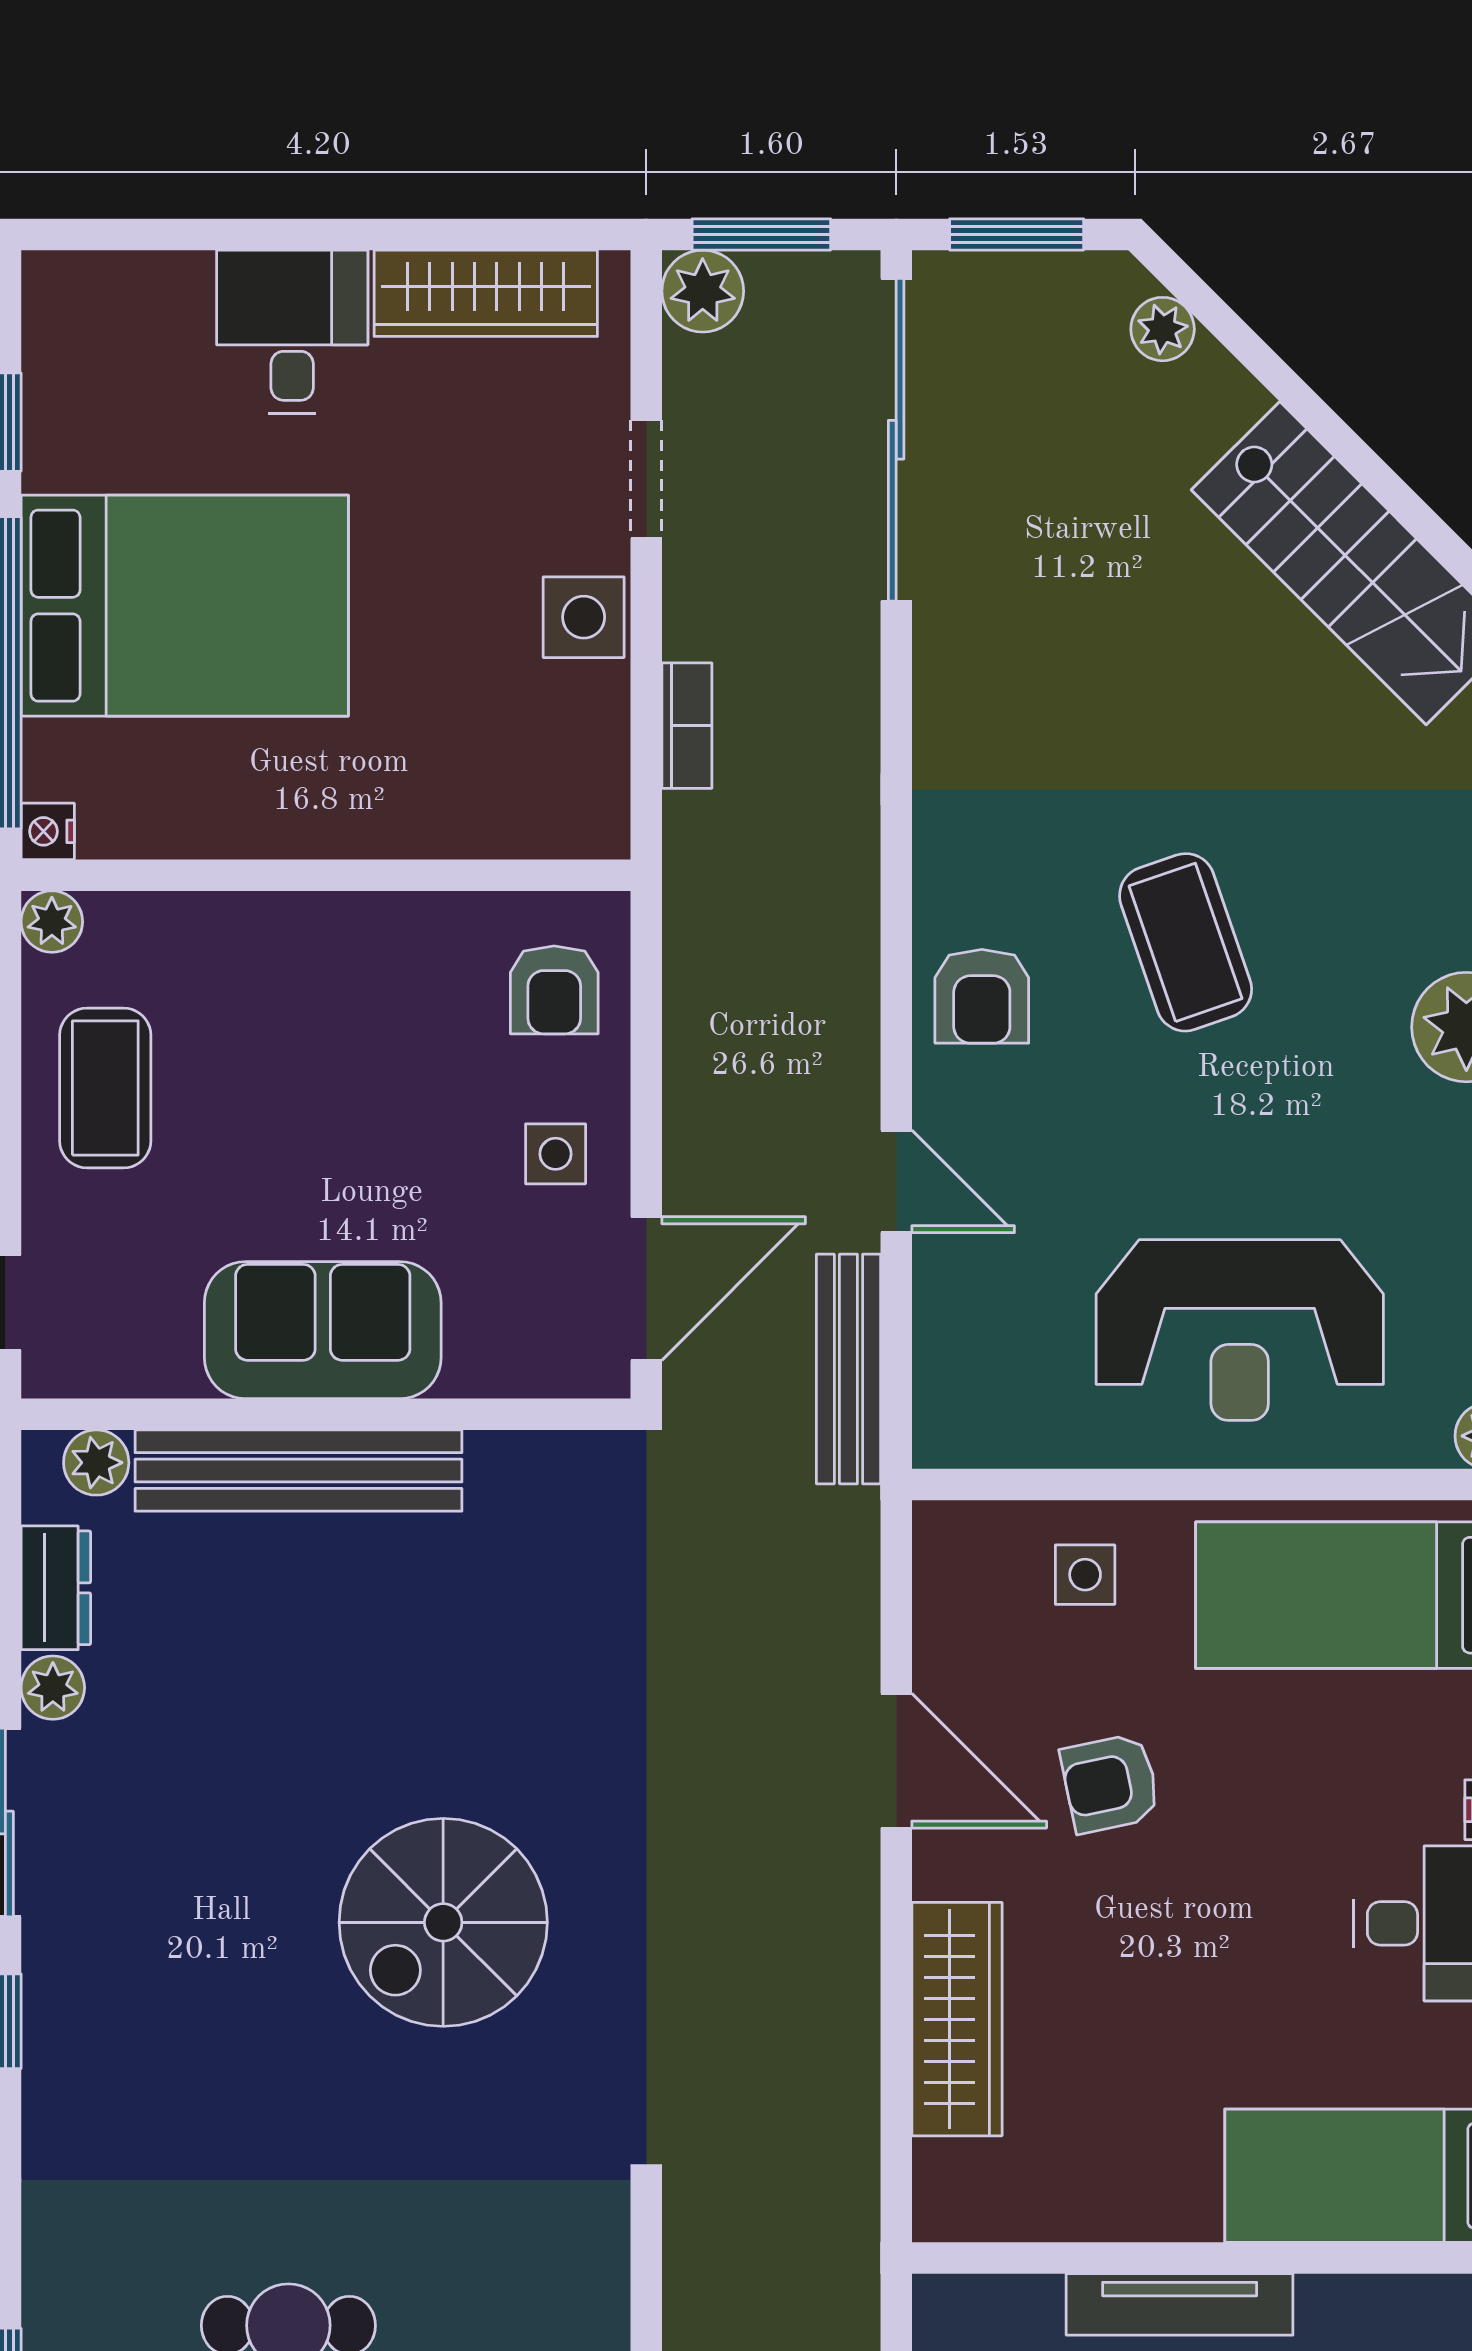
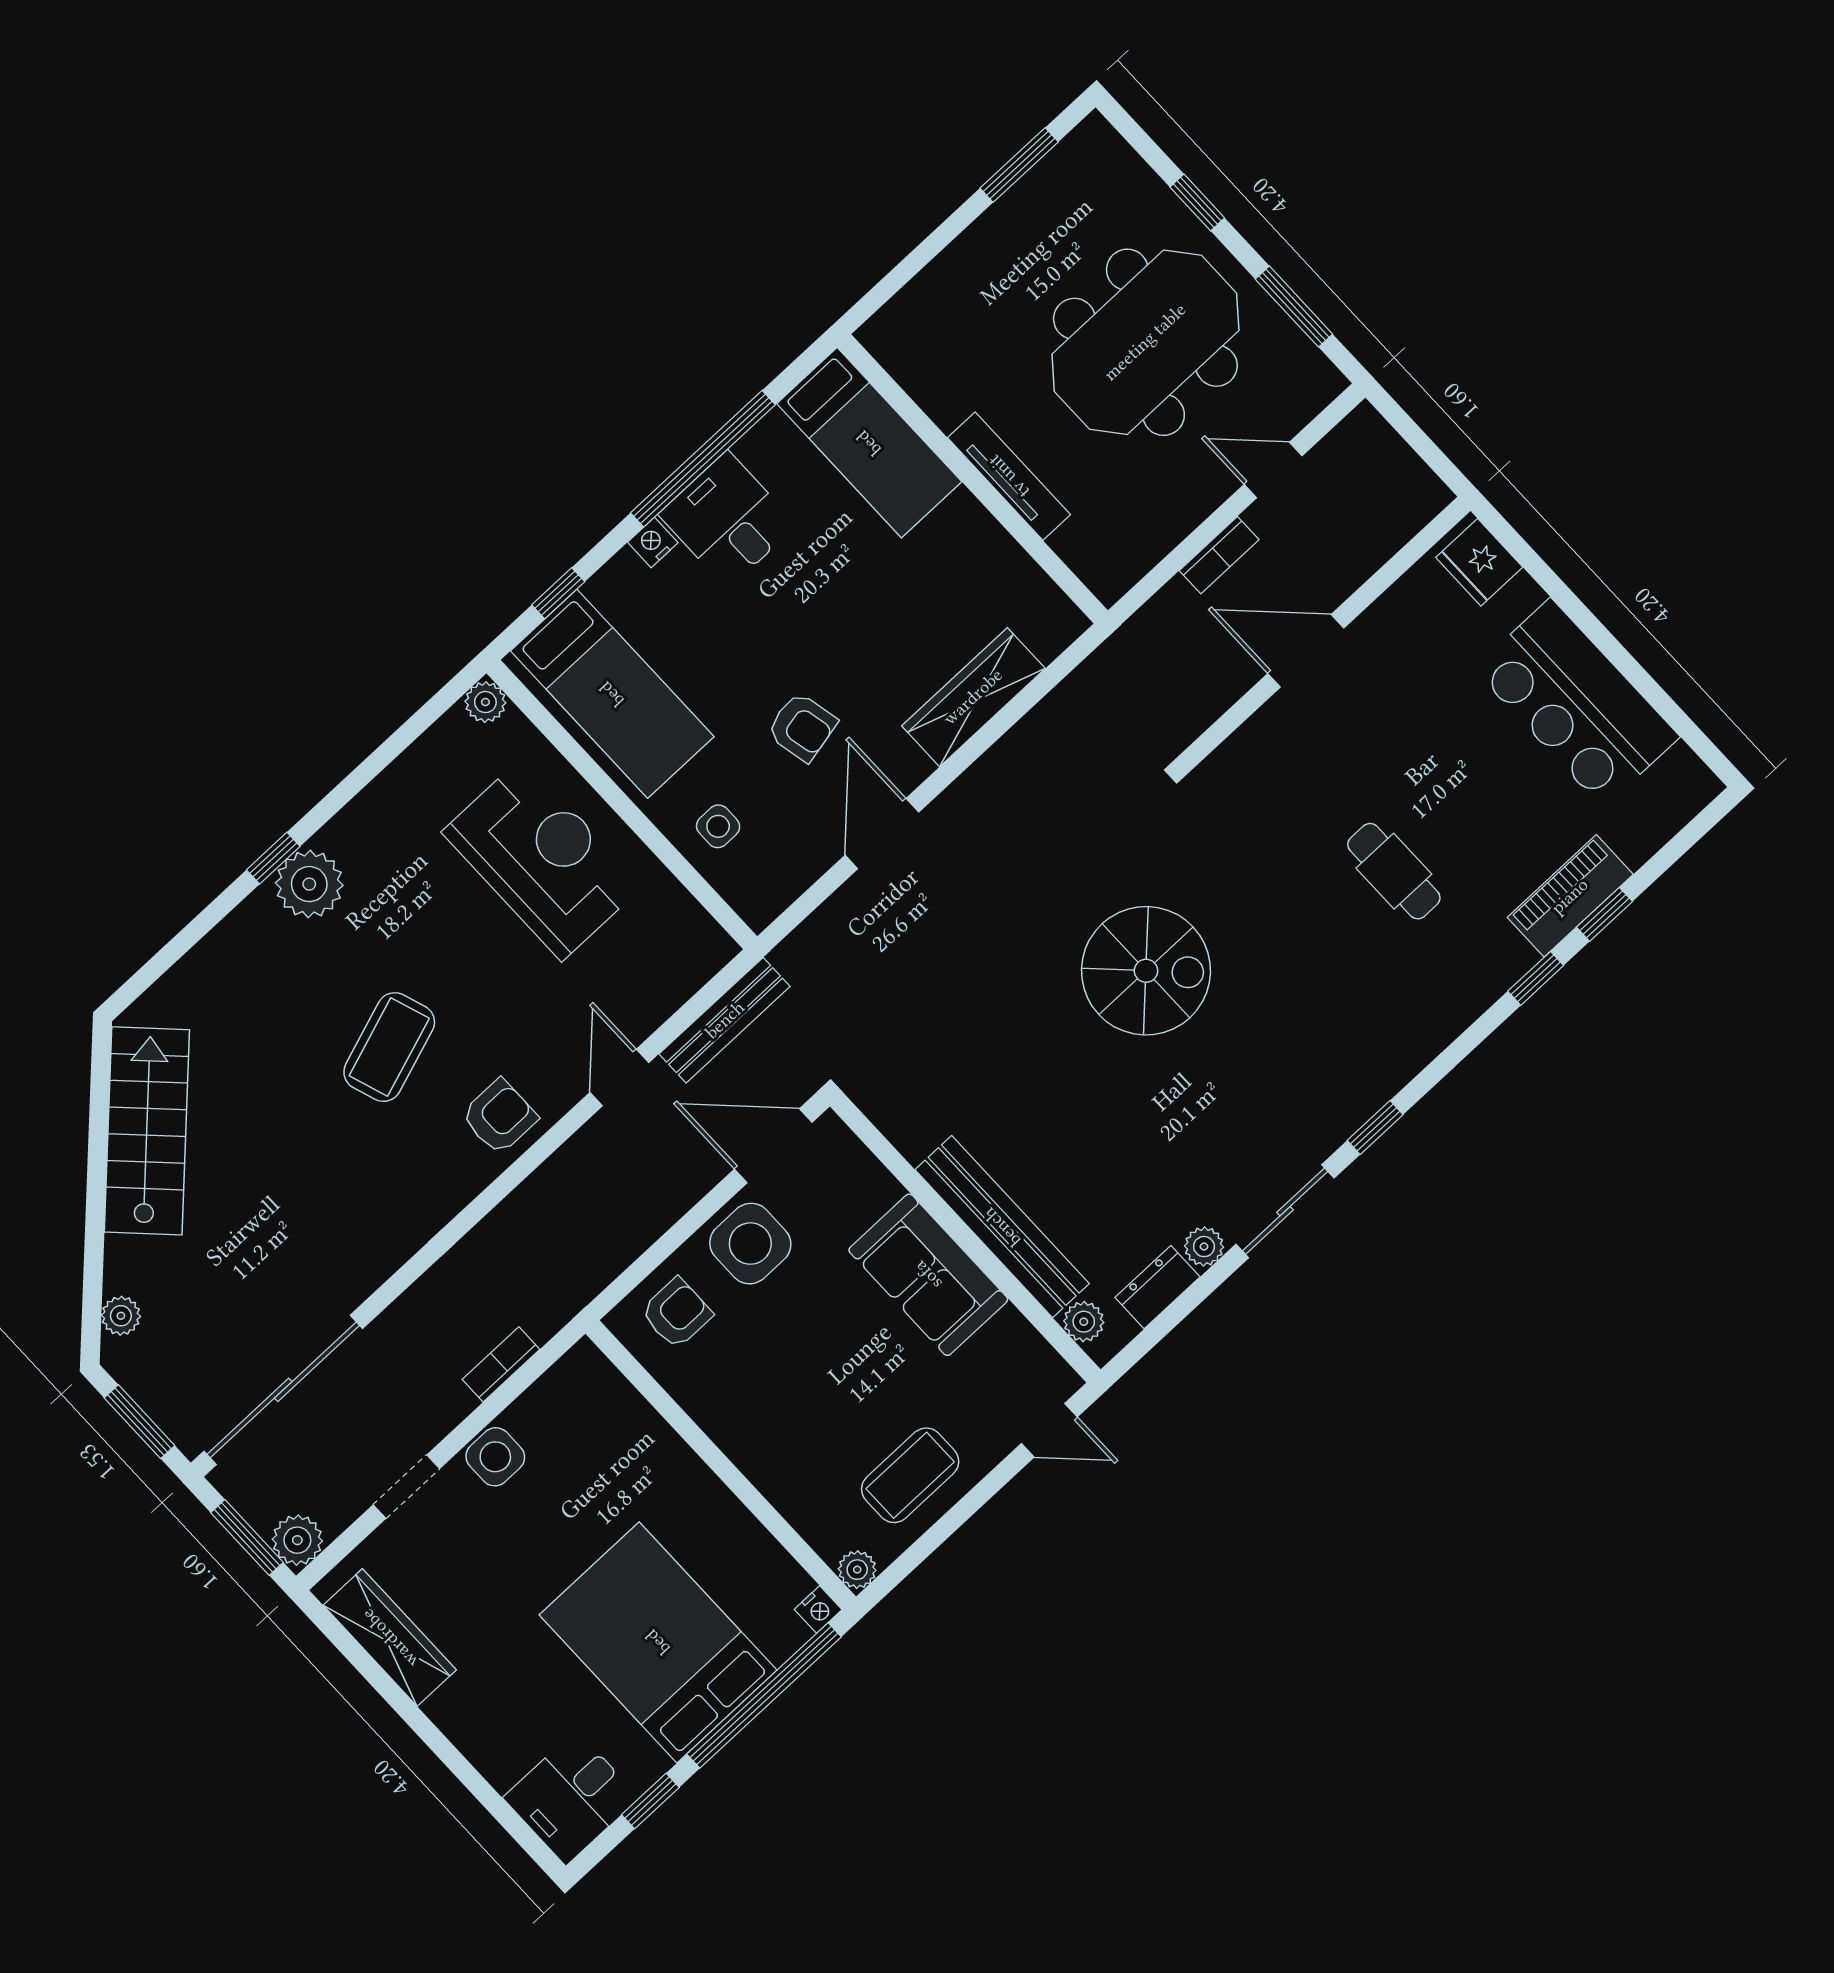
desk: (292, 332) -> (571, 1798), moved
side table: (556, 1154) -> (750, 1244), width x1.87, depth x1.87

